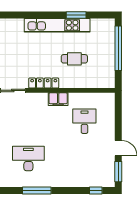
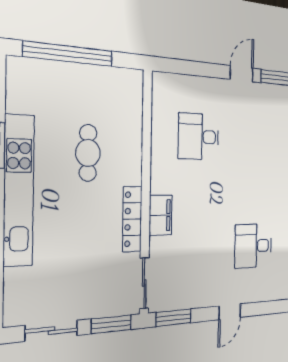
filing cabinet: (58, 99) -> (161, 215), moved
desk: (28, 158) -> (253, 246), width x0.73

